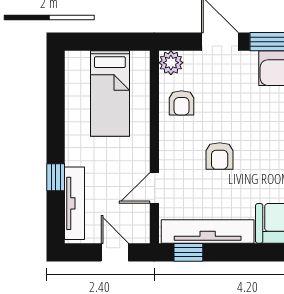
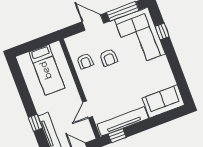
plant: (171, 63) -> (72, 43), removed
armchair: (220, 156) -> (109, 58), moved

